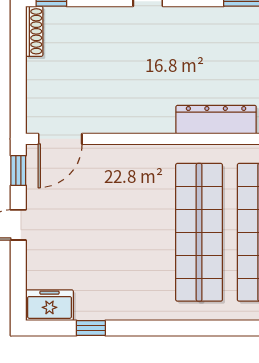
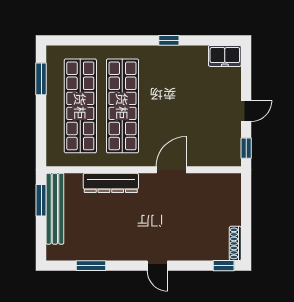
door: (60, 139) -> (171, 170), moved
window: (91, 328) -> (169, 40), moved

